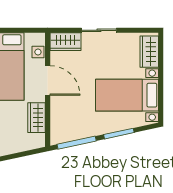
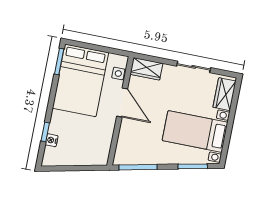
sliding door: (99, 30) -> (194, 67), moved
wardrobe: (37, 118) -> (105, 136), removed
window: (119, 134) -> (193, 166), moved

